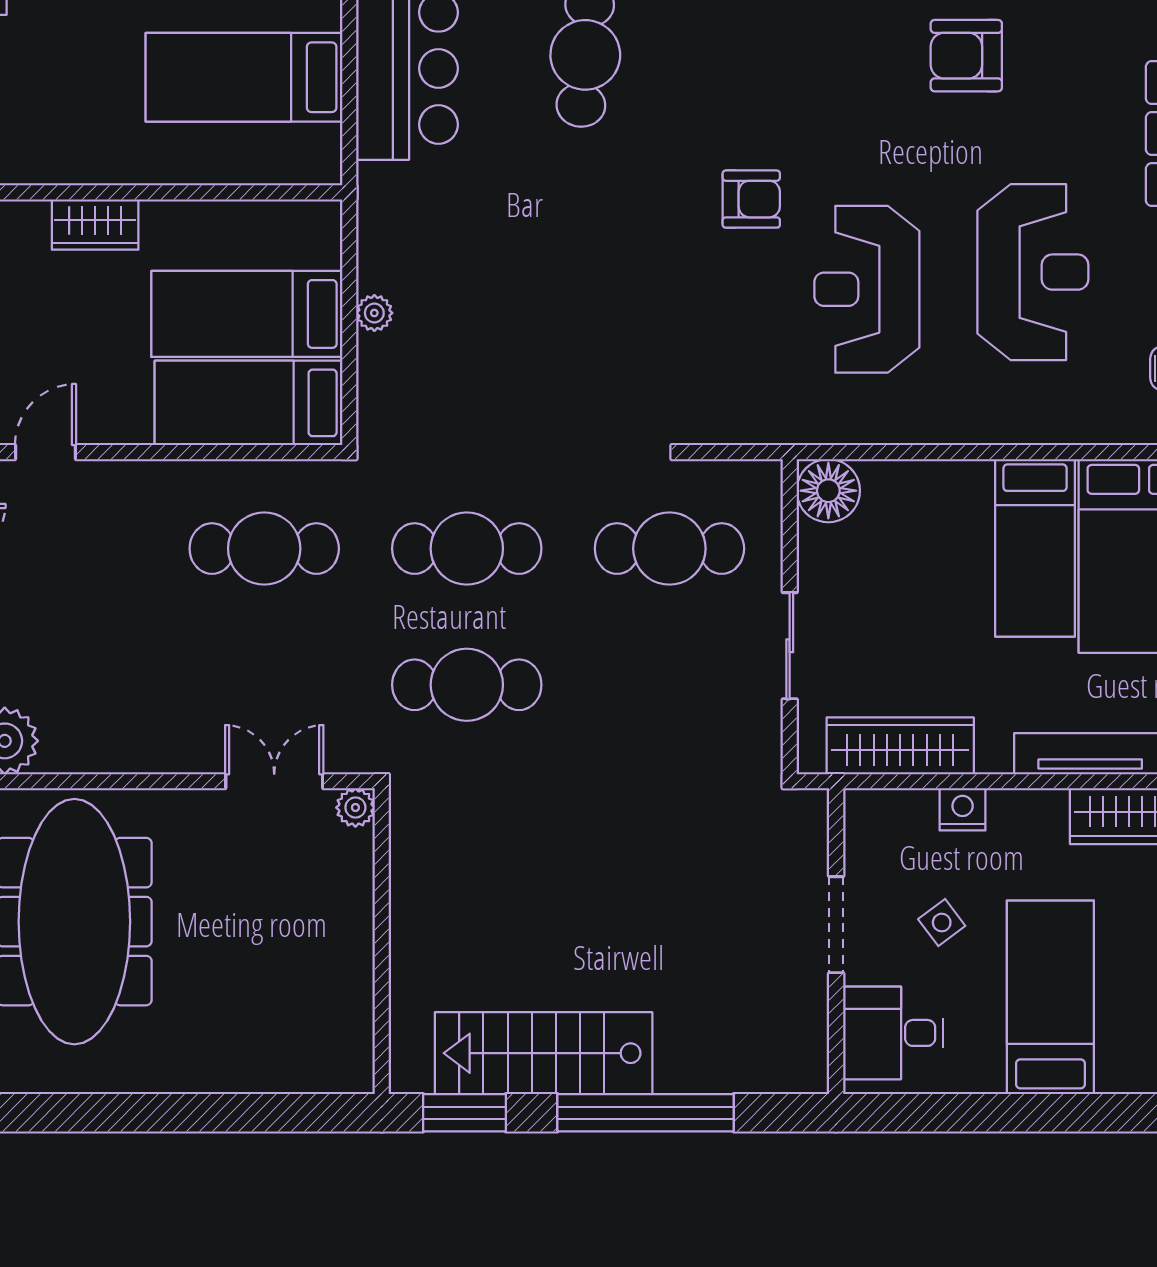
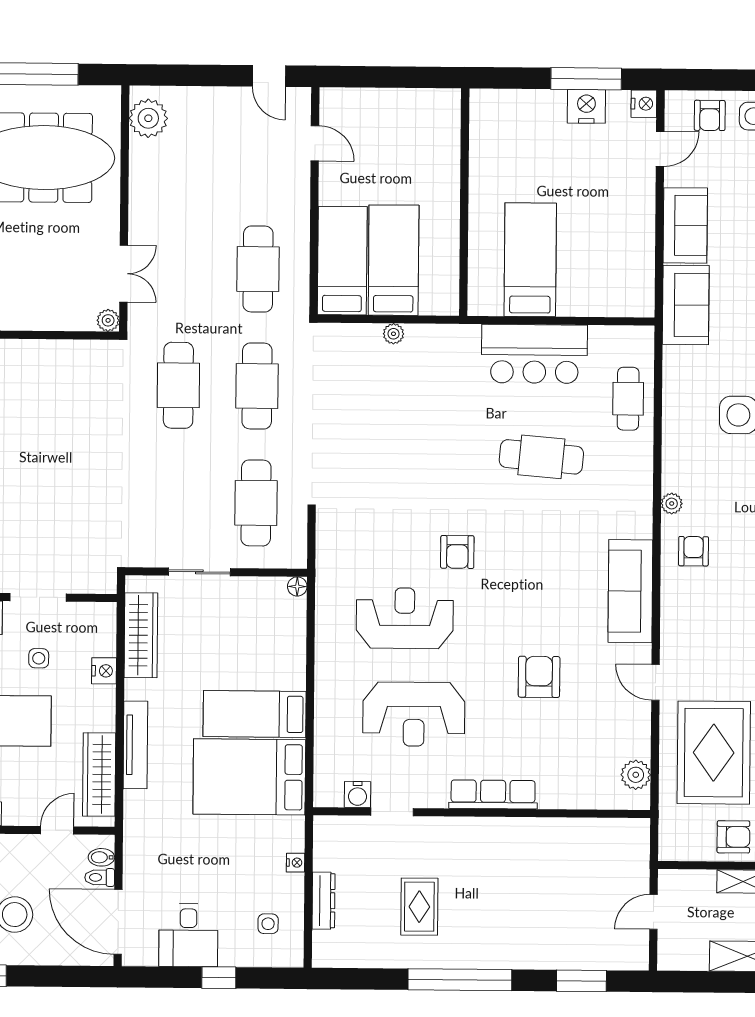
wardrobe: (95, 225) -> (446, 173), removed
floor lamp: (828, 491) -> (297, 586), width x0.53, depth x0.53
side table: (942, 923) -> (39, 658), turned 37

